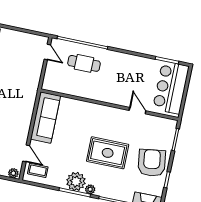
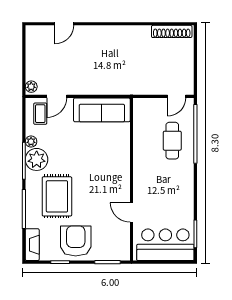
door: (137, 111) -> (131, 212), swing flipped
rug: (108, 153) -> (57, 196), moved
armchair: (152, 163) -> (76, 241), turned -82
plant: (90, 189) -> (31, 142), moved

